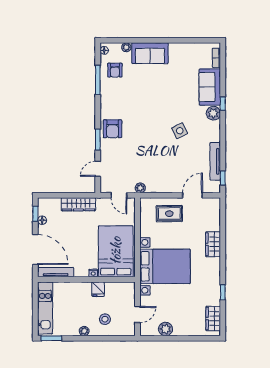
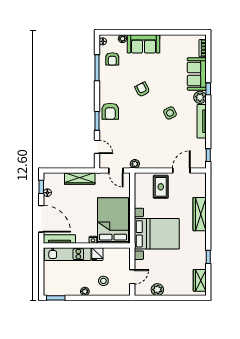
armchair: (149, 104) -> (142, 89), added
tv unit: (215, 161) -> (202, 121), moved
door: (98, 169) -> (97, 147), swing flipped
rug: (169, 214) -> (161, 187), turned 90
wardrobe: (213, 244) -> (200, 214), width x1.50
kitchen unit: (45, 308) -> (68, 254), moved, turned 90

